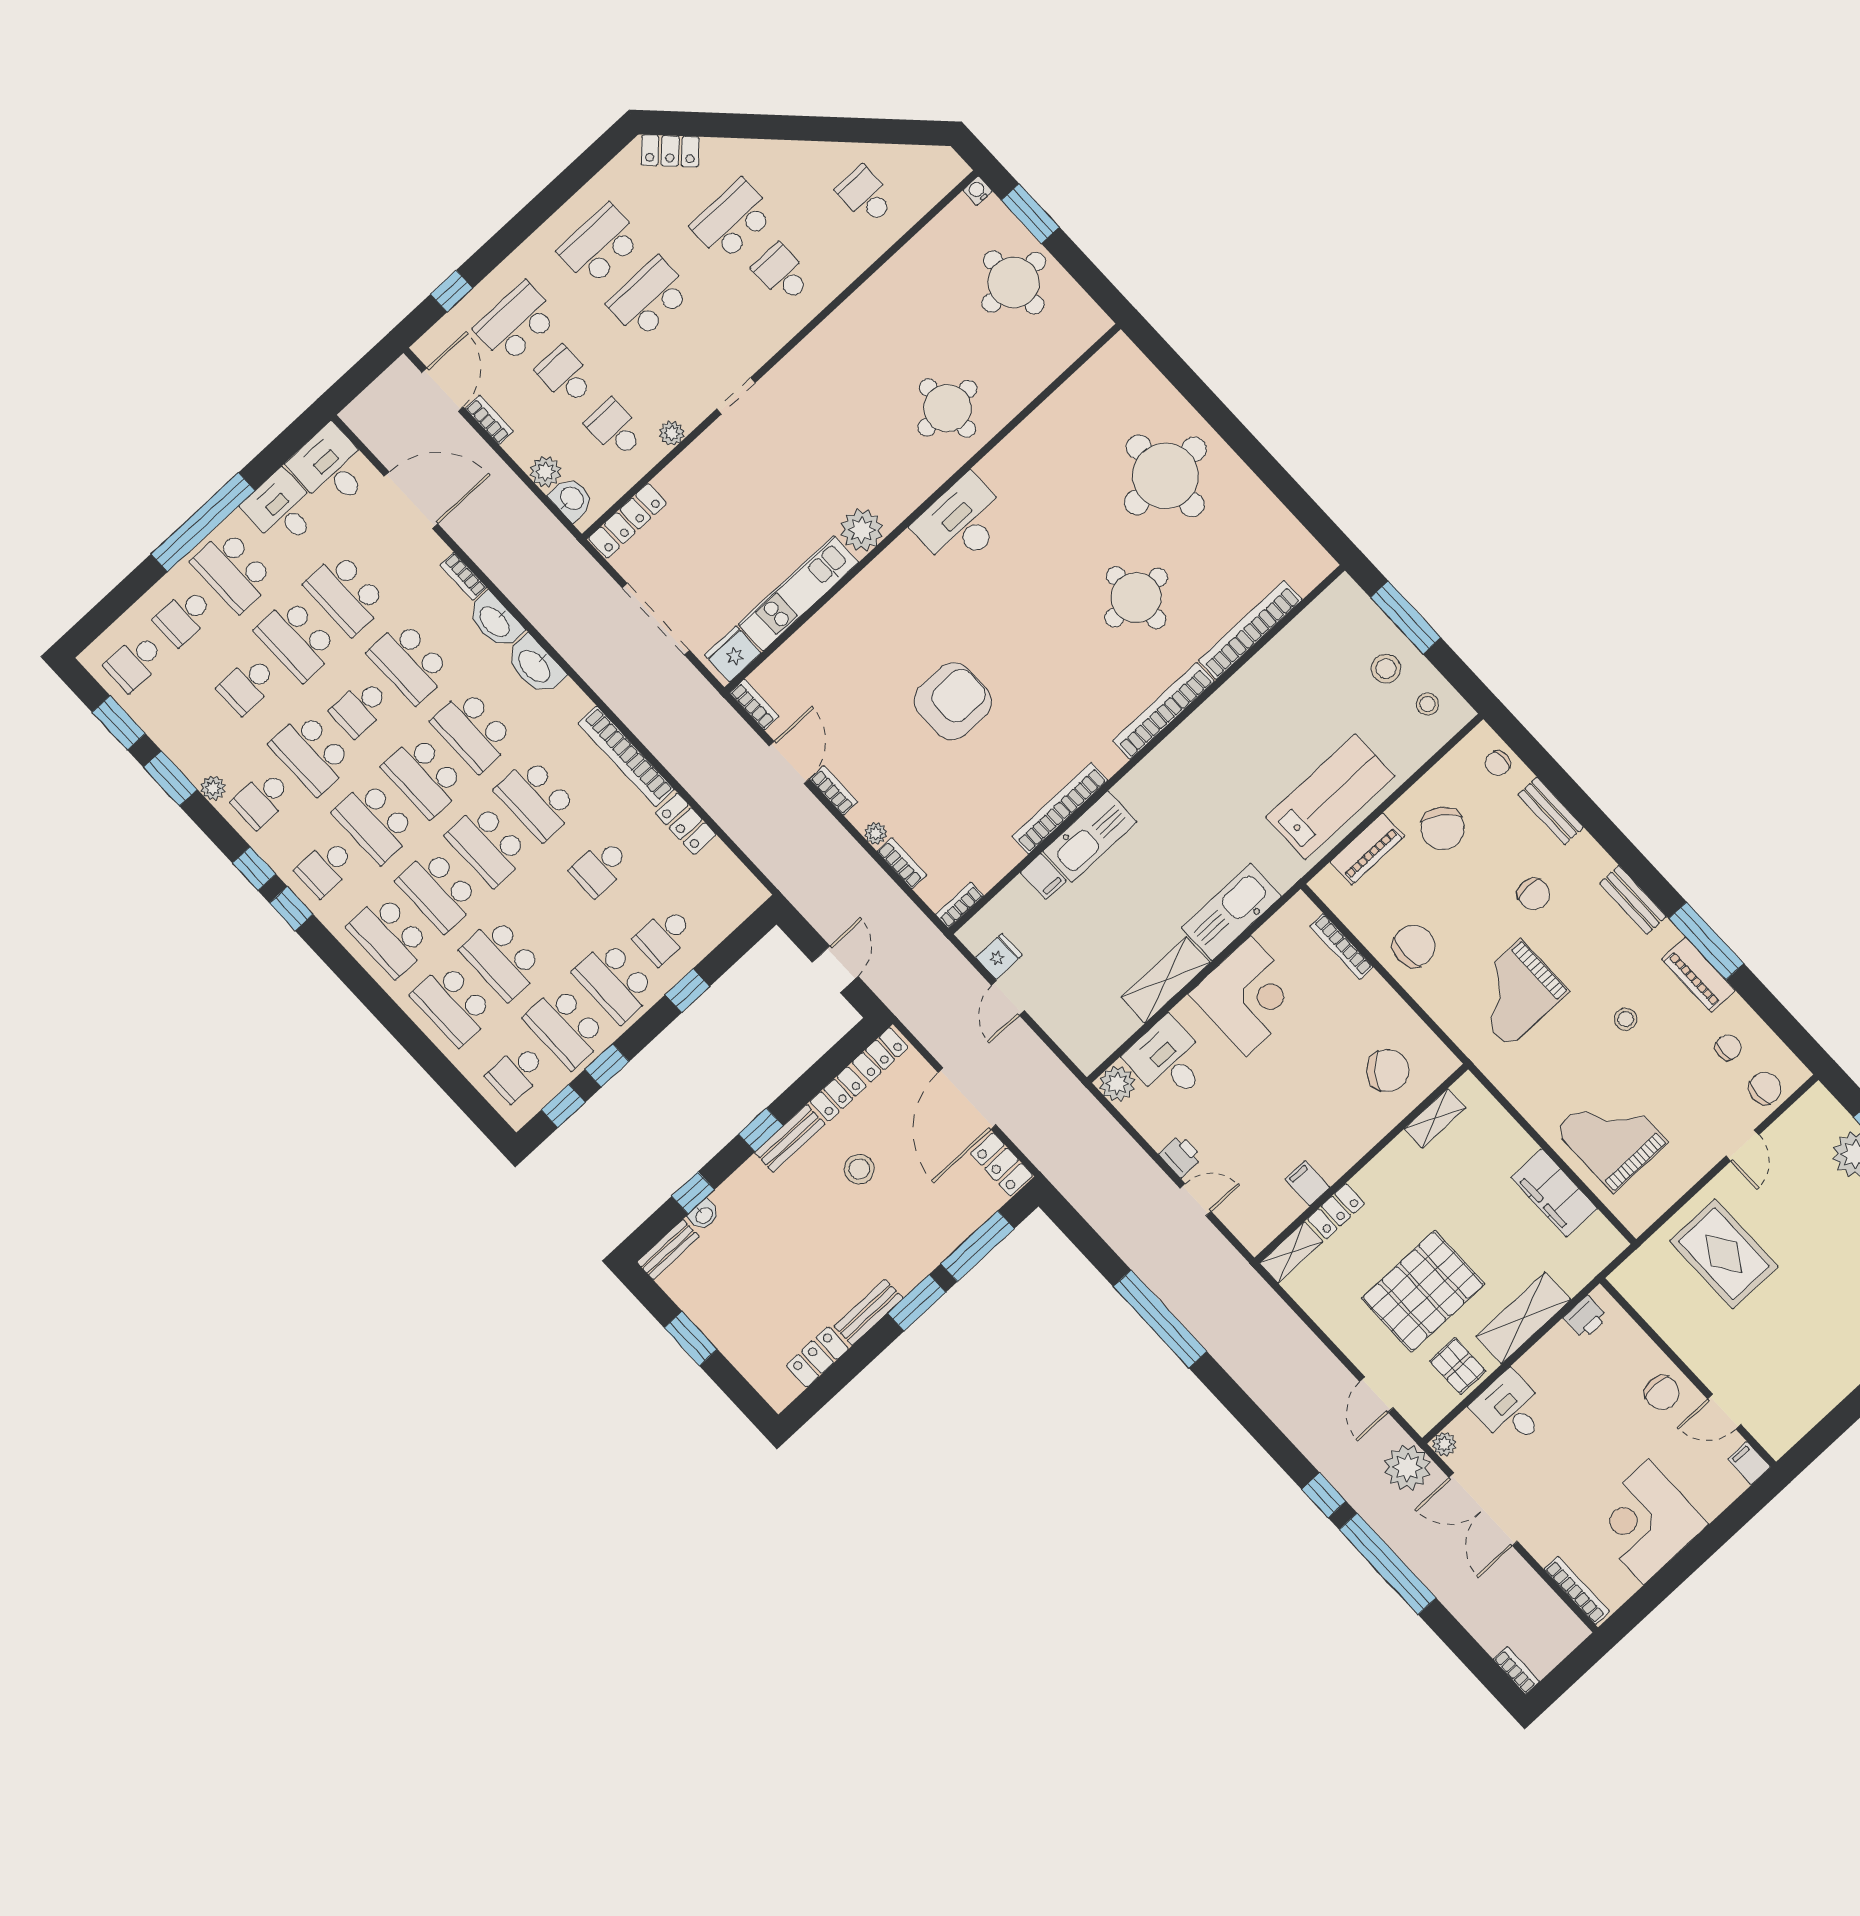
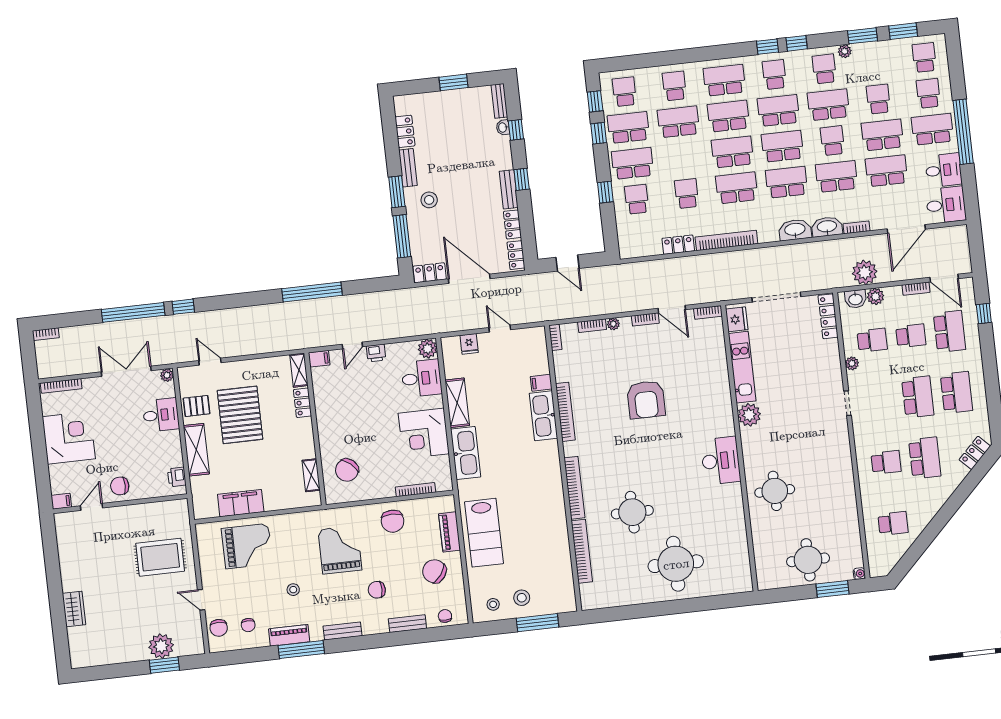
fridge: (999, 956) -> (469, 344), moved
school desk: (453, 1004) -> (674, 86), width x0.54
stool: (859, 1169) -> (429, 200), moved
filing cabinet: (1307, 1183) -> (319, 359), moved
plant: (1407, 1467) -> (865, 272), moved

